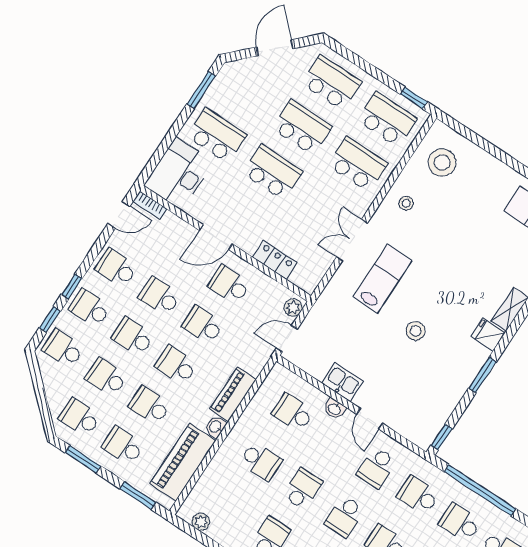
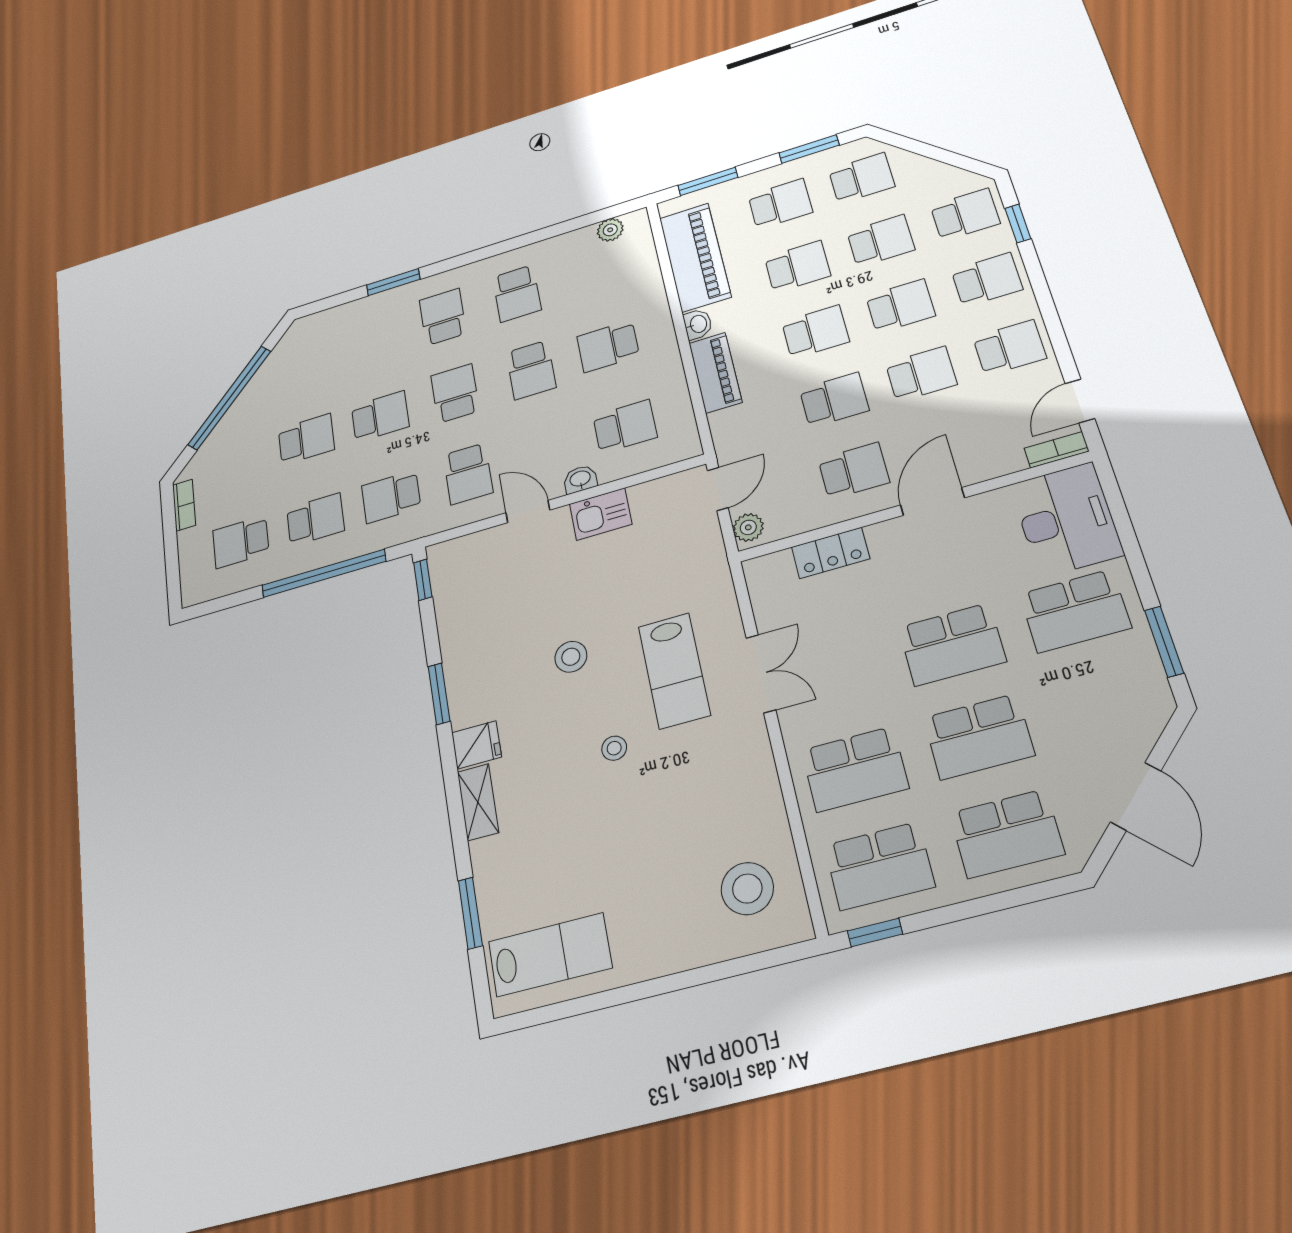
stool: (406, 203) -> (614, 748), moved
window: (72, 286) -> (1037, 277), removed
school desk: (376, 468) -> (468, 474), turned 180
school desk: (418, 495) -> (391, 497), turned 180

